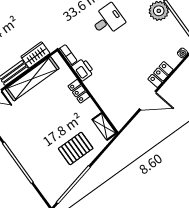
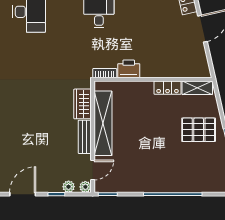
locker: (79, 91) -> (168, 88), moved
pallet: (76, 148) -> (199, 130), turned 90

